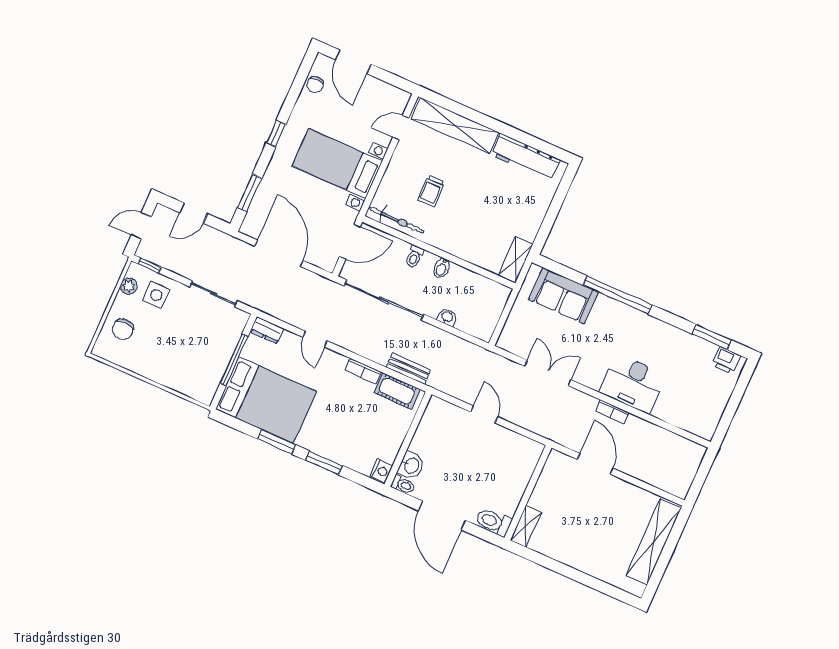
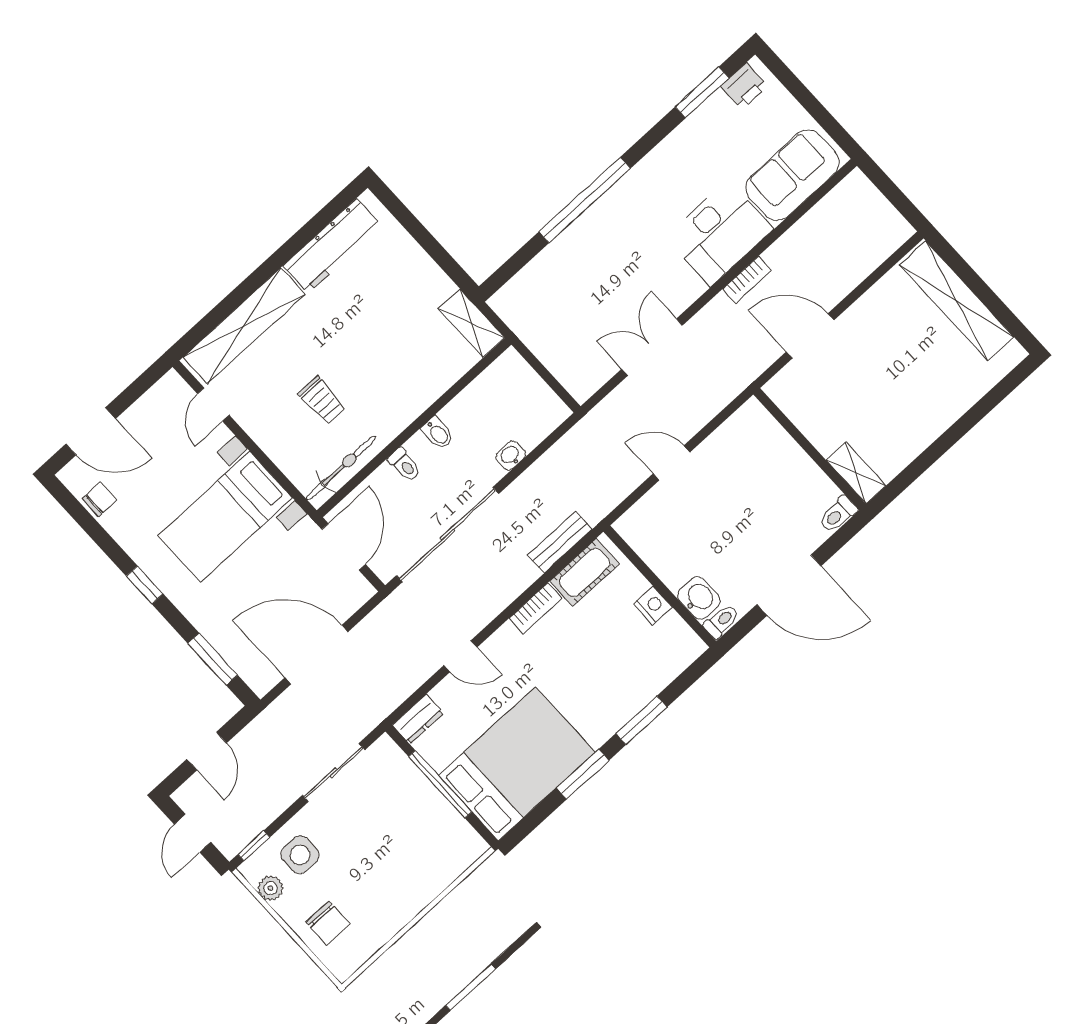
chair: (315, 85) -> (99, 499), turned -90
sofa: (563, 296) -> (792, 175), moved, turned 180
nightstand: (381, 471) -> (653, 605), moved
toilet: (494, 522) -> (838, 514), width x0.73, depth x0.72

